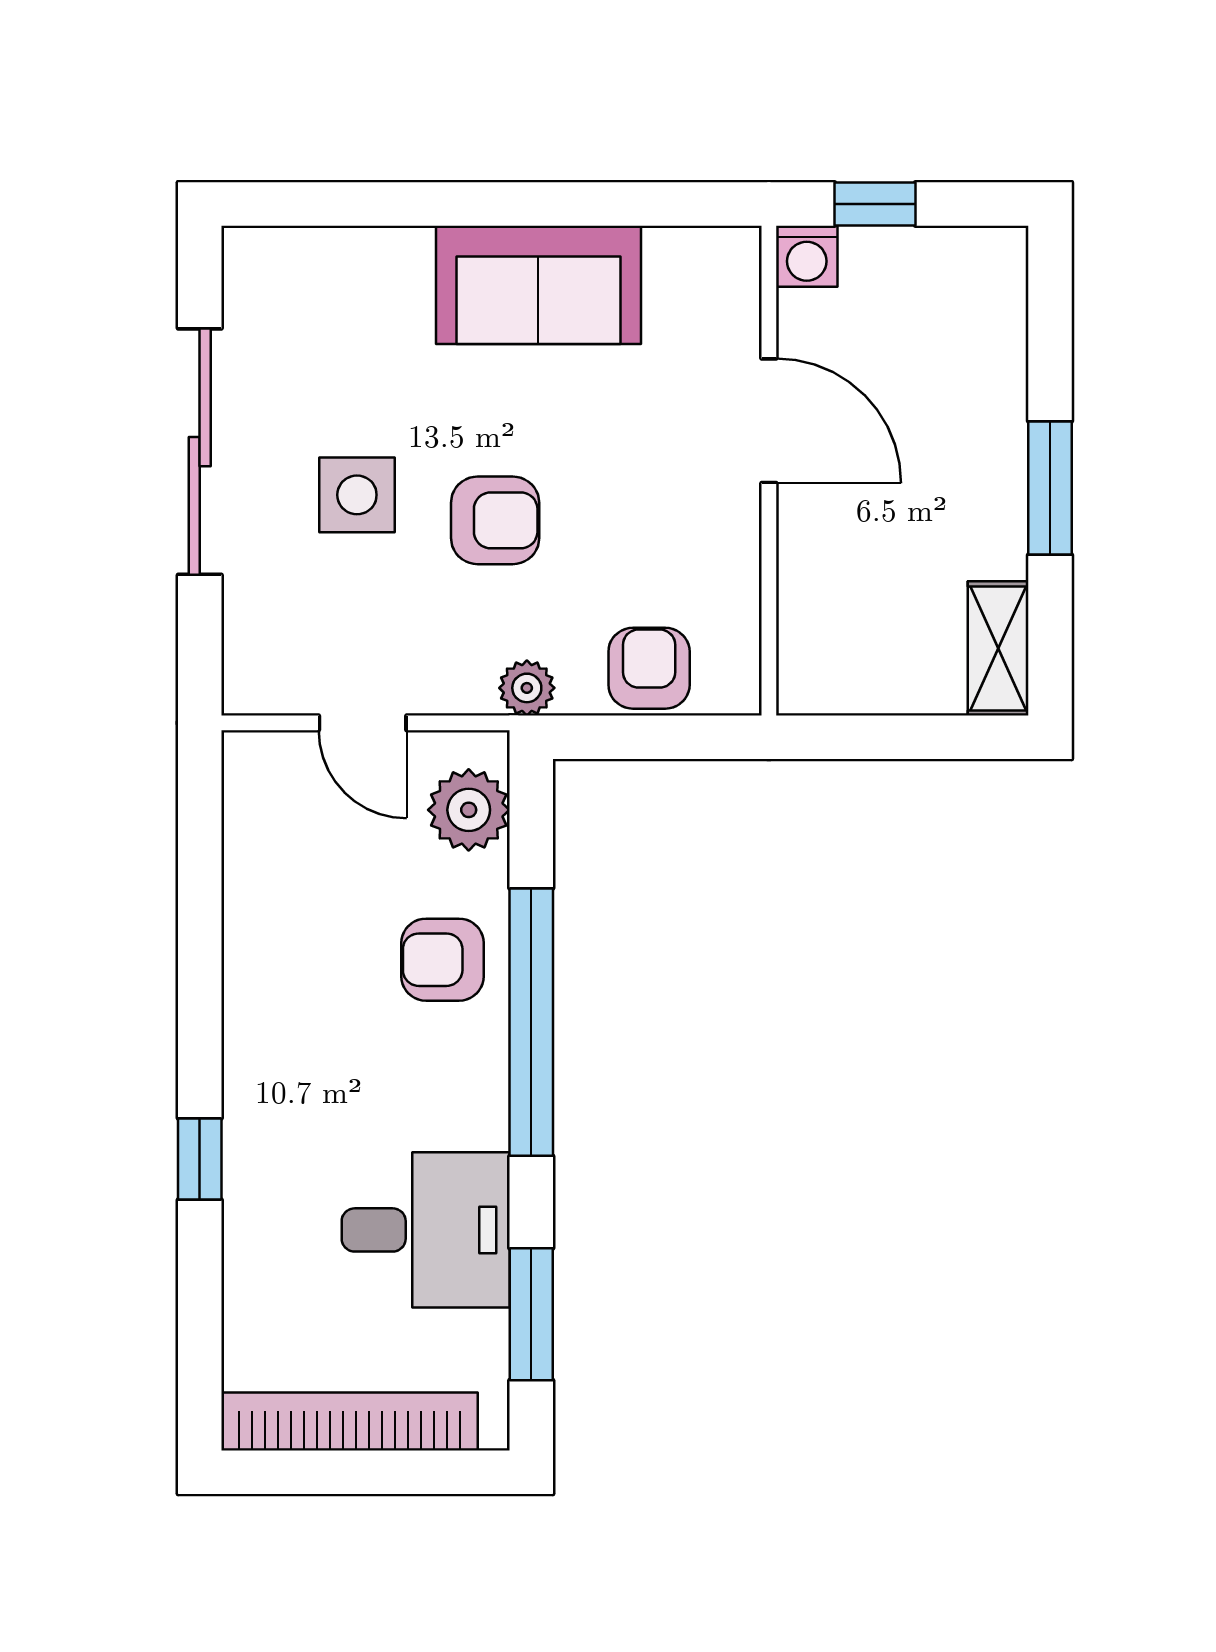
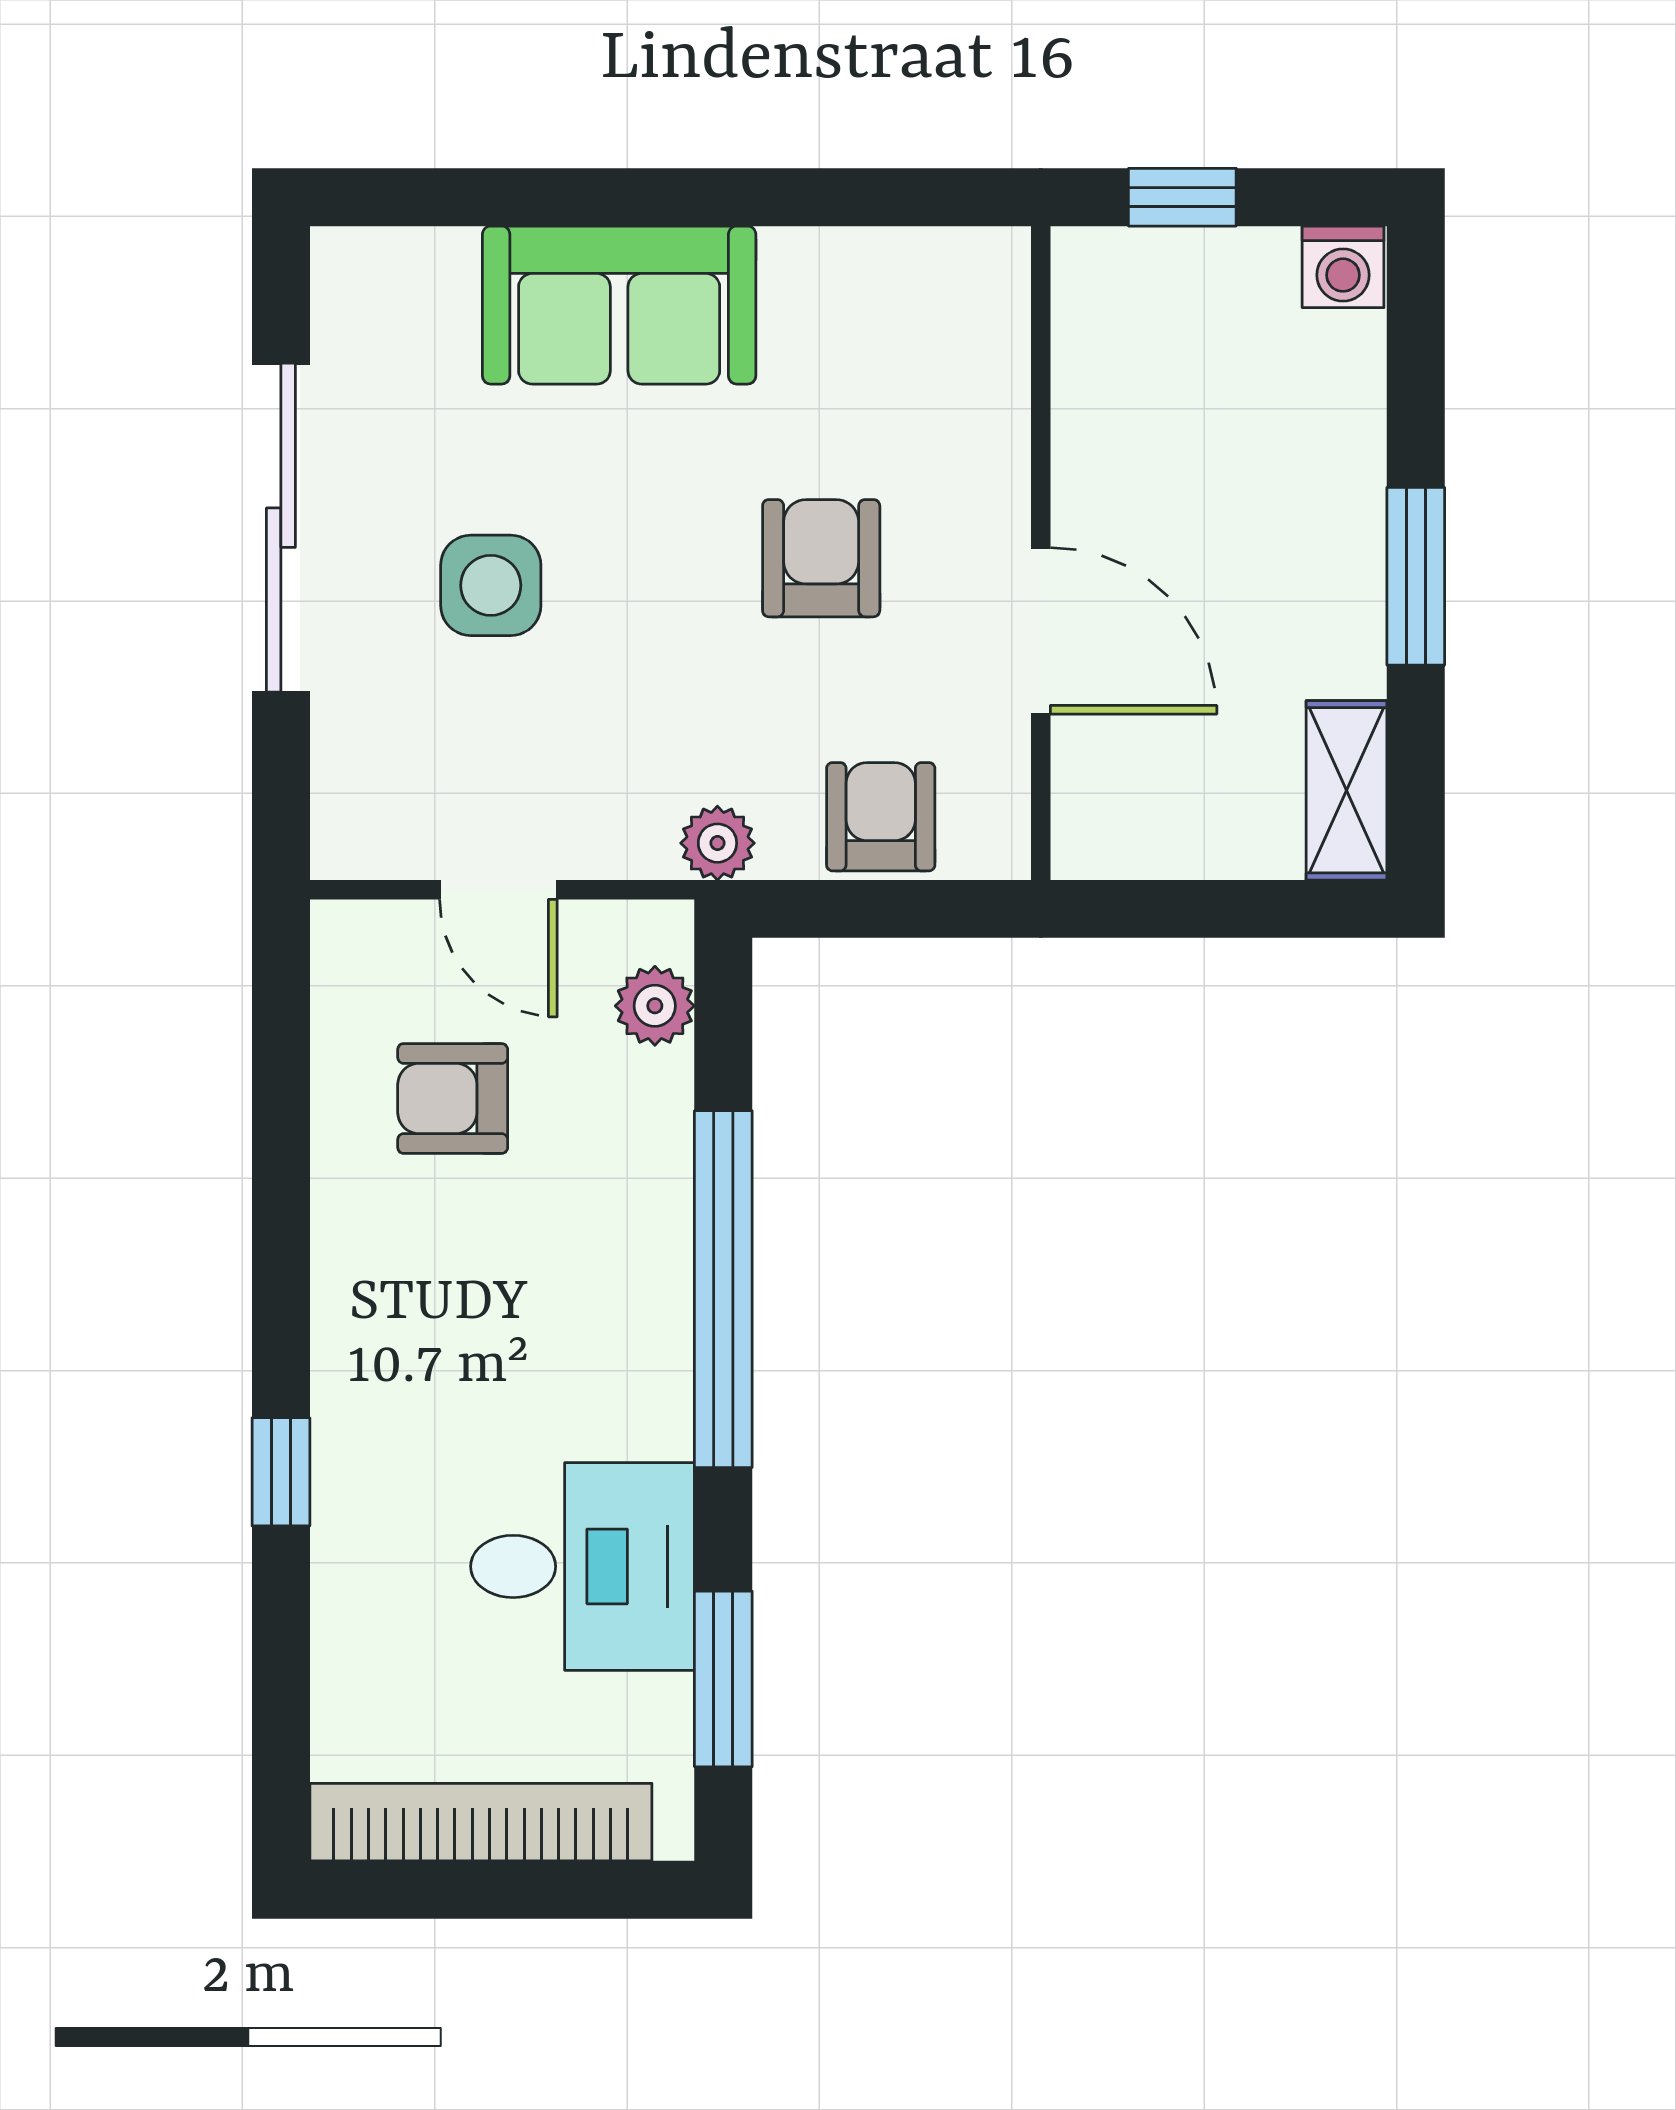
washing machine: (807, 256) -> (1343, 267), moved
sofa: (538, 285) -> (619, 305), moved
door: (769, 421) -> (1041, 631), moved
armchair: (495, 520) -> (821, 558), moved, turned -90
plant: (469, 810) -> (655, 1006), width x0.73, depth x0.73
armchair: (443, 960) -> (453, 1098), moved

